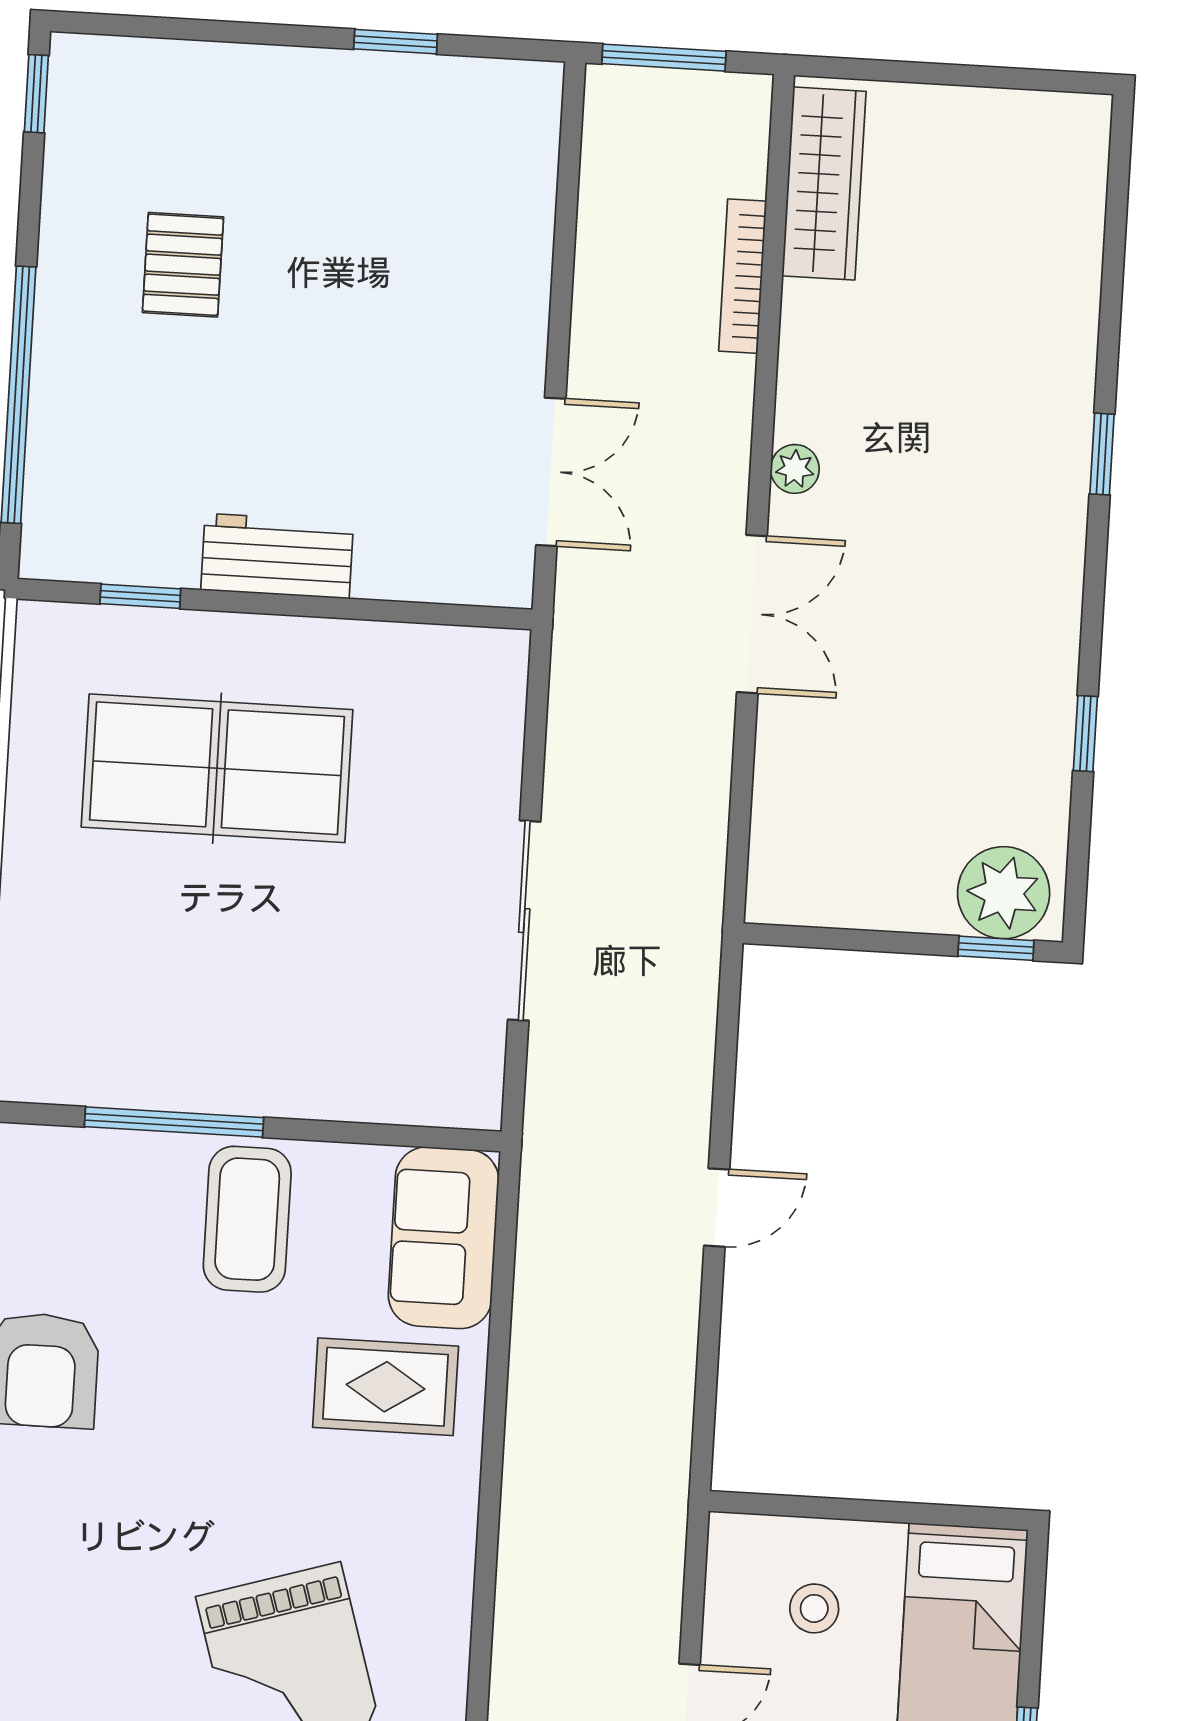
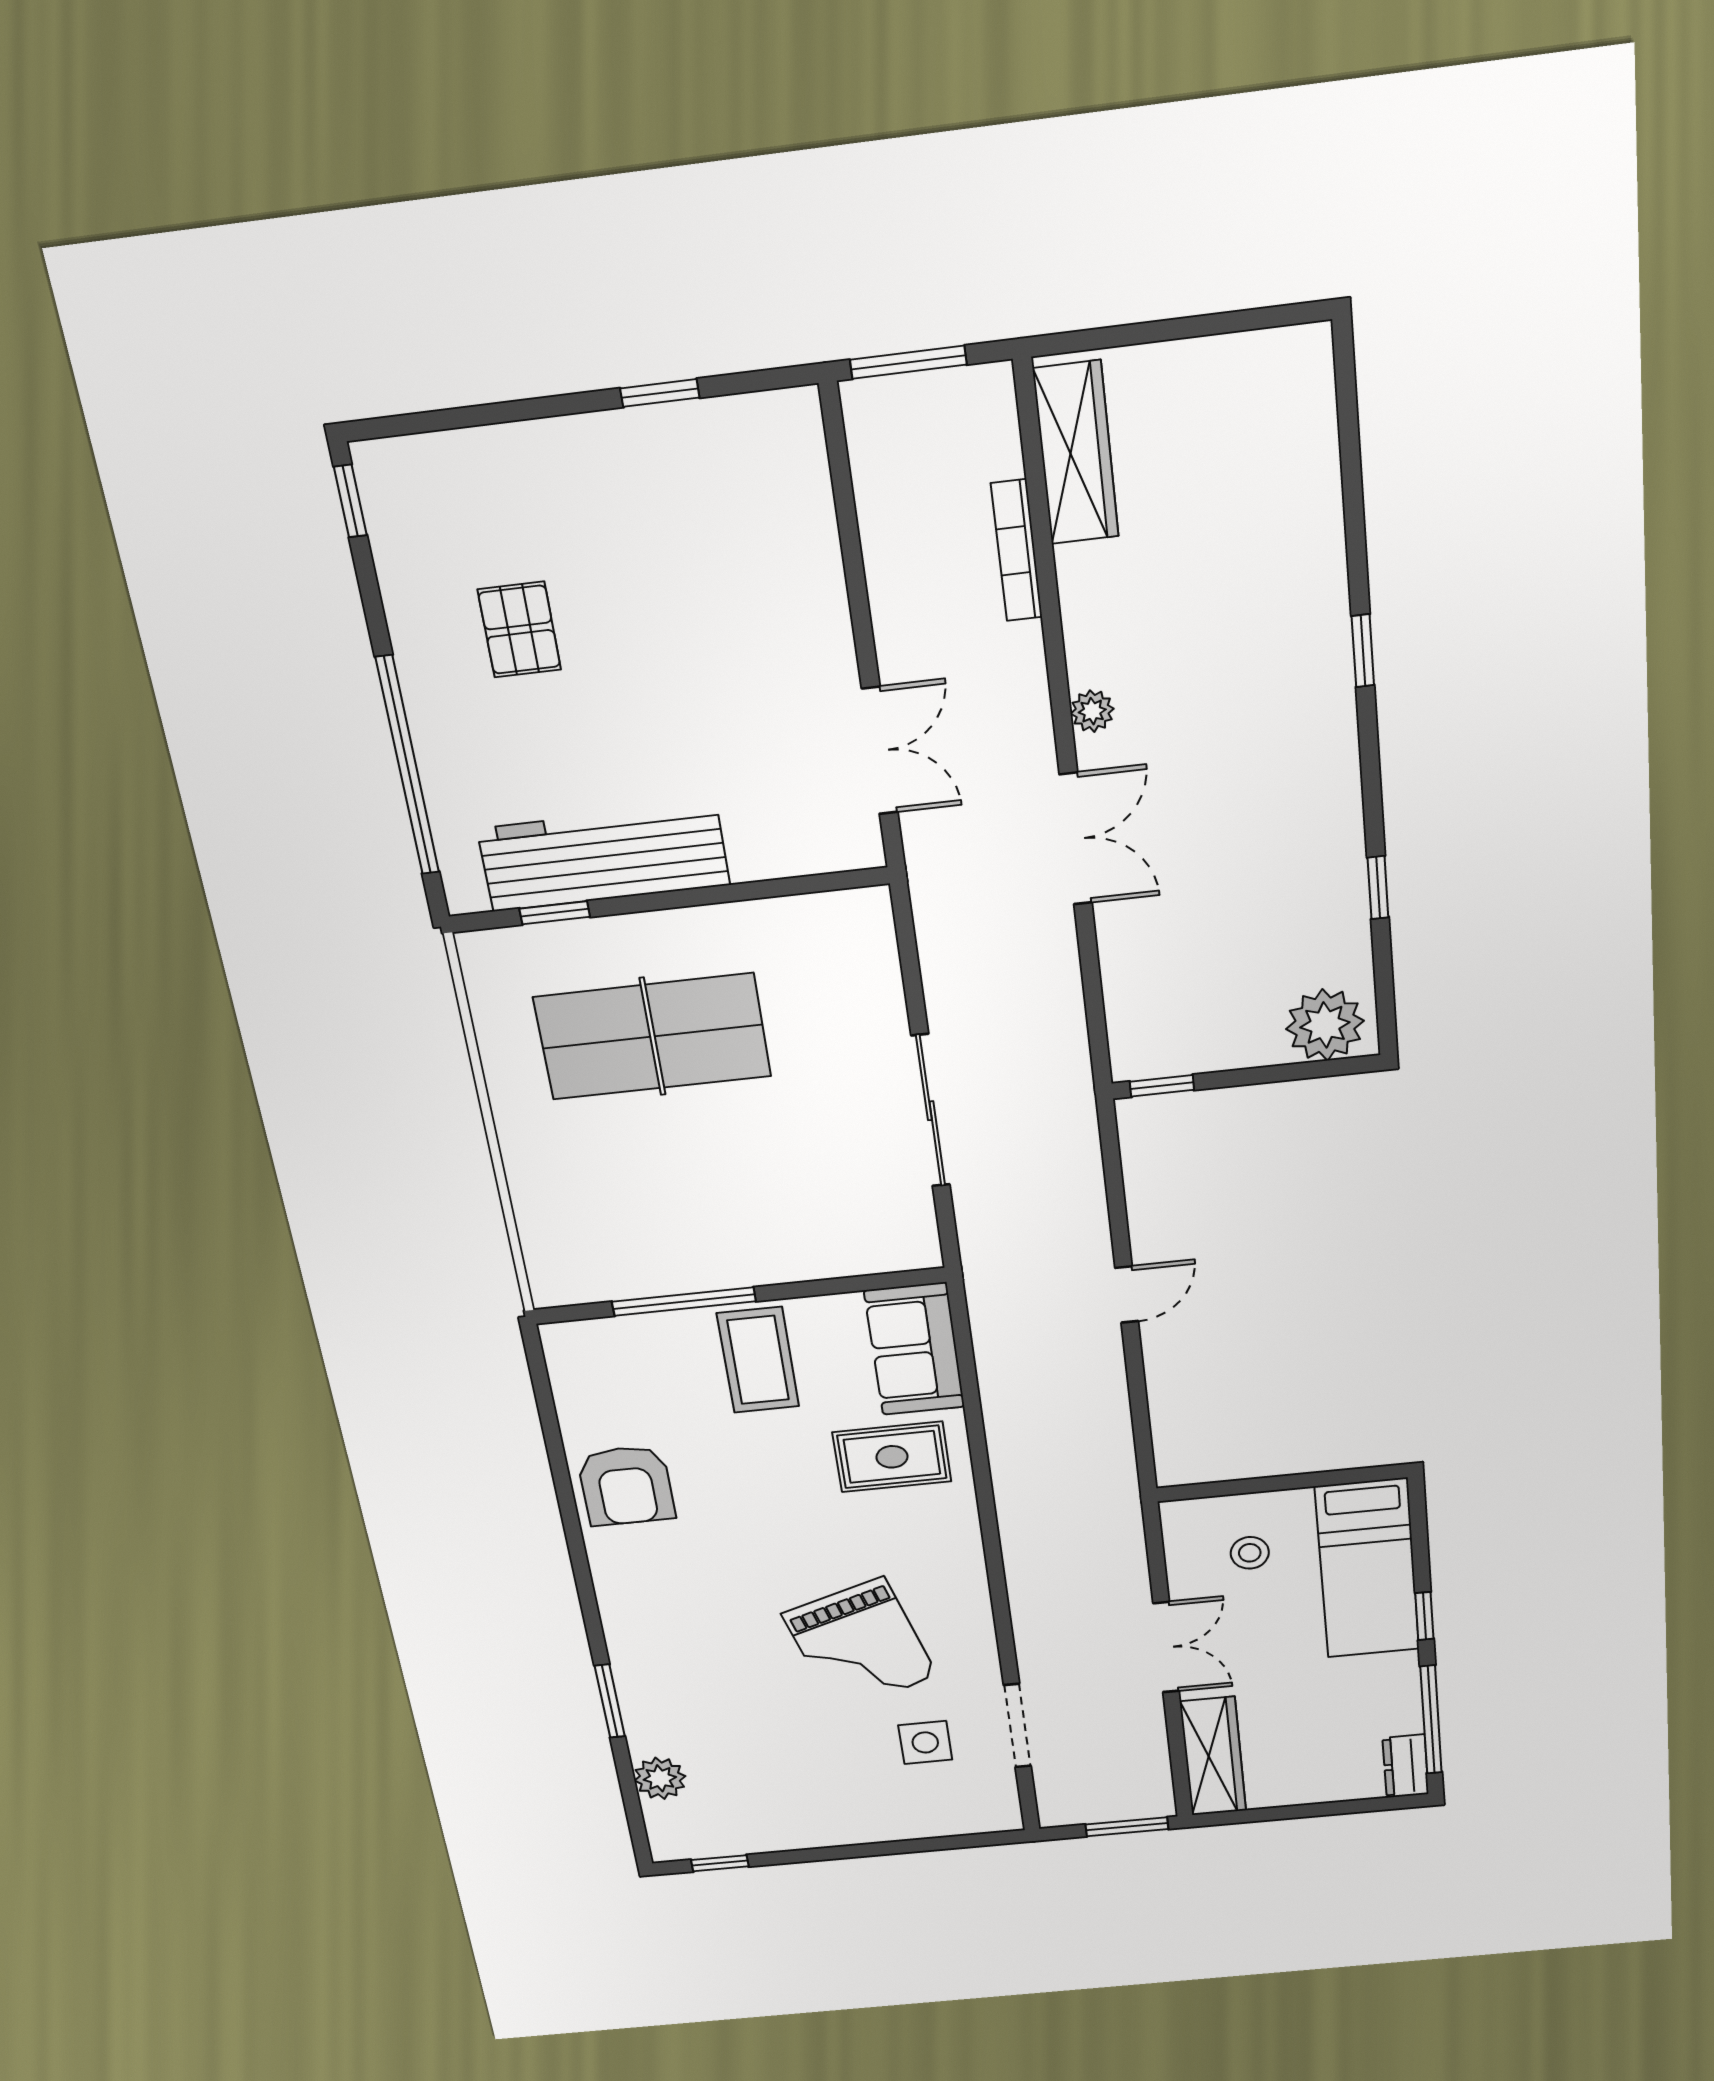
workbench: (277, 556) -> (604, 857), width x1.88, depth x1.32
window: (996, 948) -> (1162, 1086), moved

